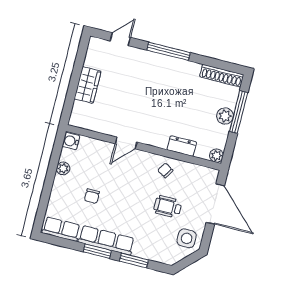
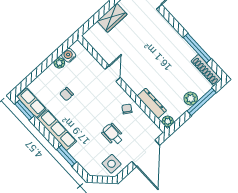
window: (169, 51) -> (197, 48), moved
water cooler: (71, 141) -> (69, 55), moved
door: (126, 143) -> (113, 73), swing flipped
dresser: (182, 146) -> (152, 103), width x1.44
window: (97, 251) -> (24, 110), moved

